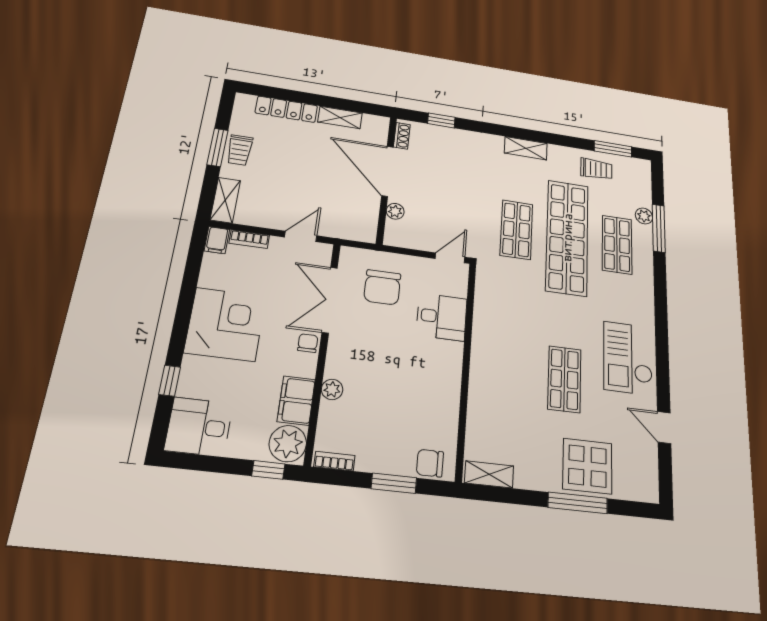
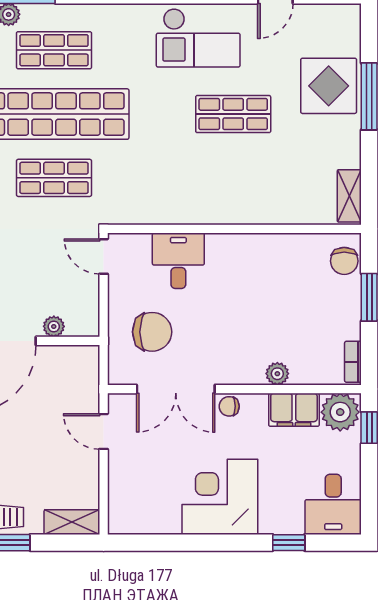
bookcase: (249, 239) -> (116, 488), removed
filing cabinet: (217, 240) -> (123, 523), removed

